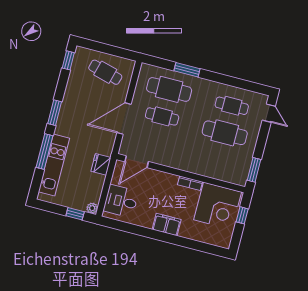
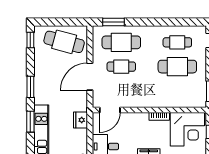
window: (187, 70) -> (114, 22), moved
cafe table: (105, 72) -> (64, 42), width x1.37, depth x1.35
window: (44, 152) -> (30, 122), width x0.69

